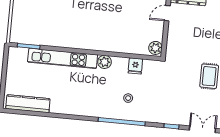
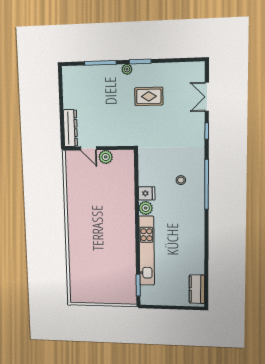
plant: (155, 48) -> (106, 157), moved
fridge: (135, 66) -> (147, 193), moved
kitchen counter: (28, 104) -> (197, 289), width x0.67

